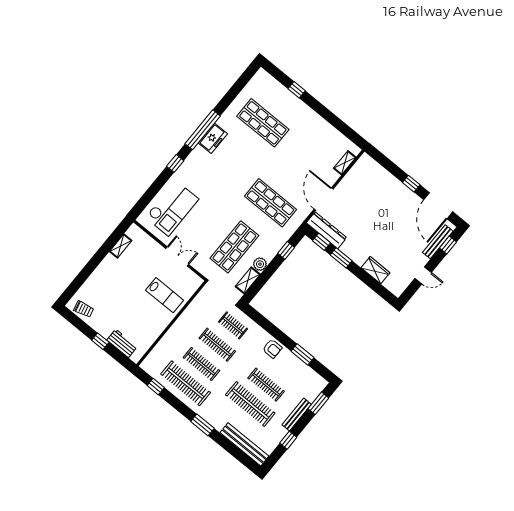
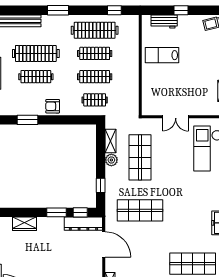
lab bench: (165, 295) -> (162, 55), moved

